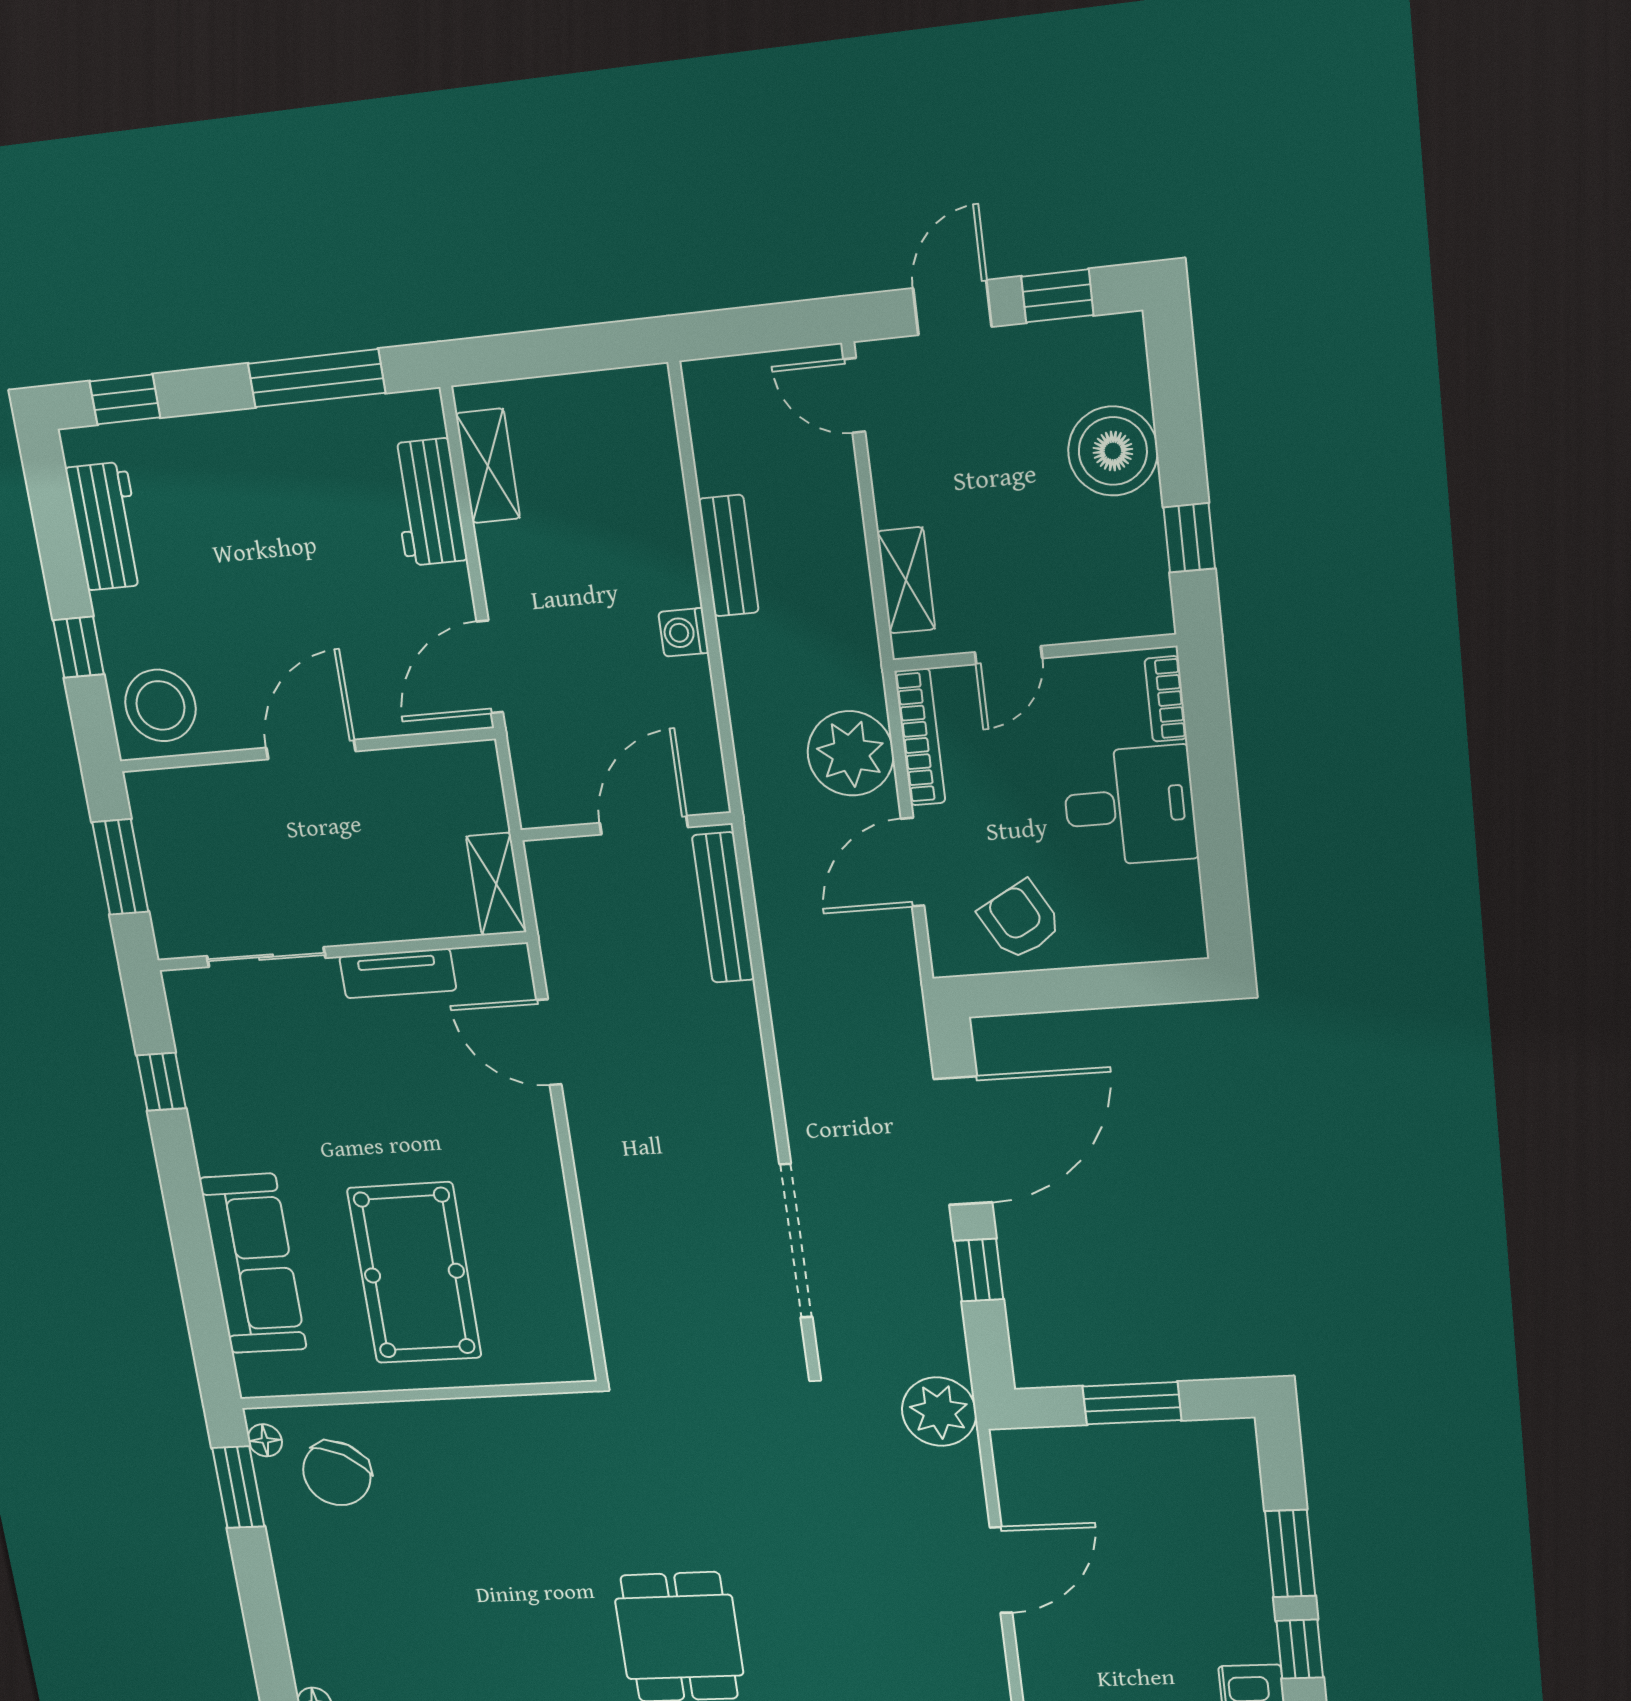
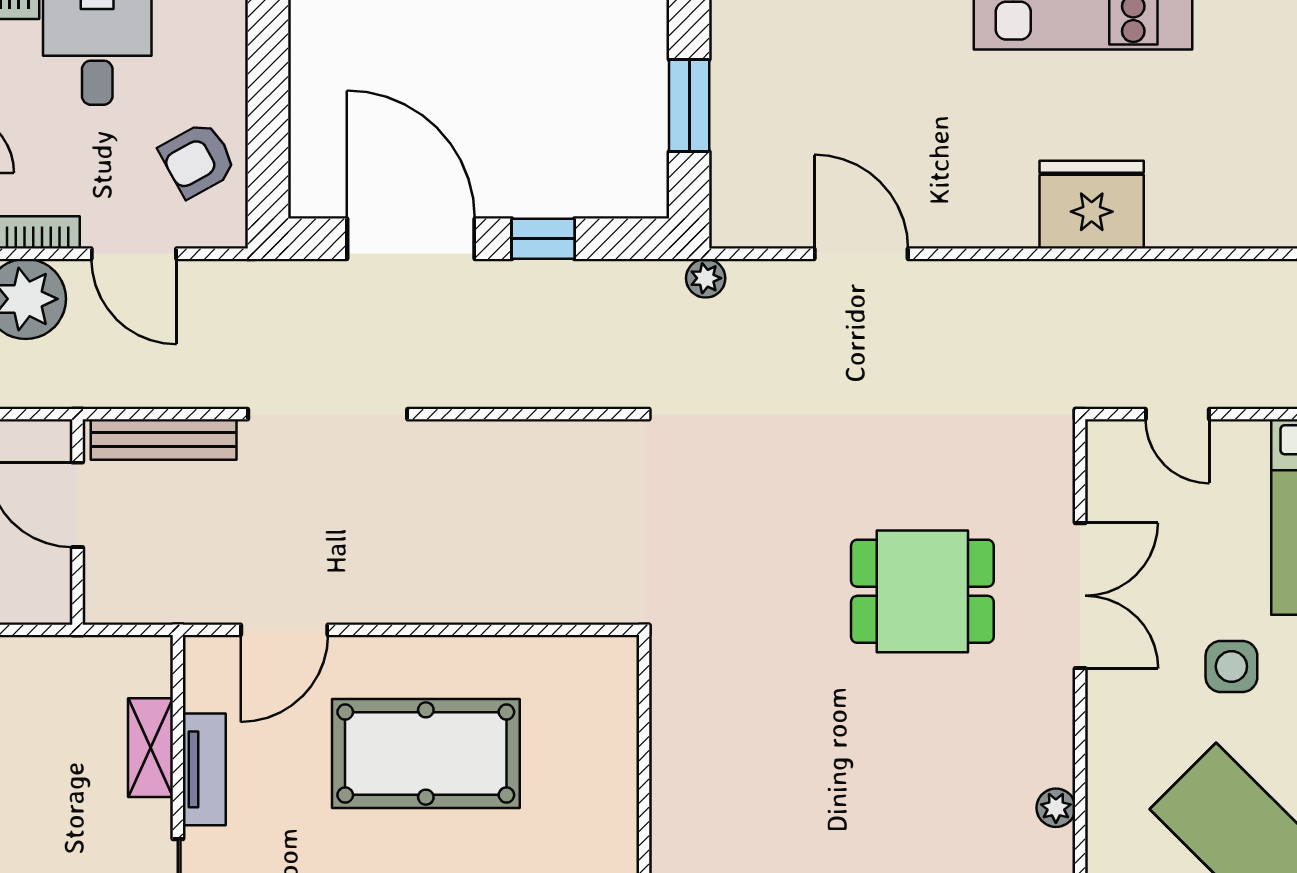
shelving: (496, 884) -> (150, 748), moved, turned 90
doorway: (796, 1241) -> (328, 414), moved
pool table: (414, 1273) -> (426, 753), moved
plant: (939, 1412) -> (706, 278), width x0.53, depth x0.53

